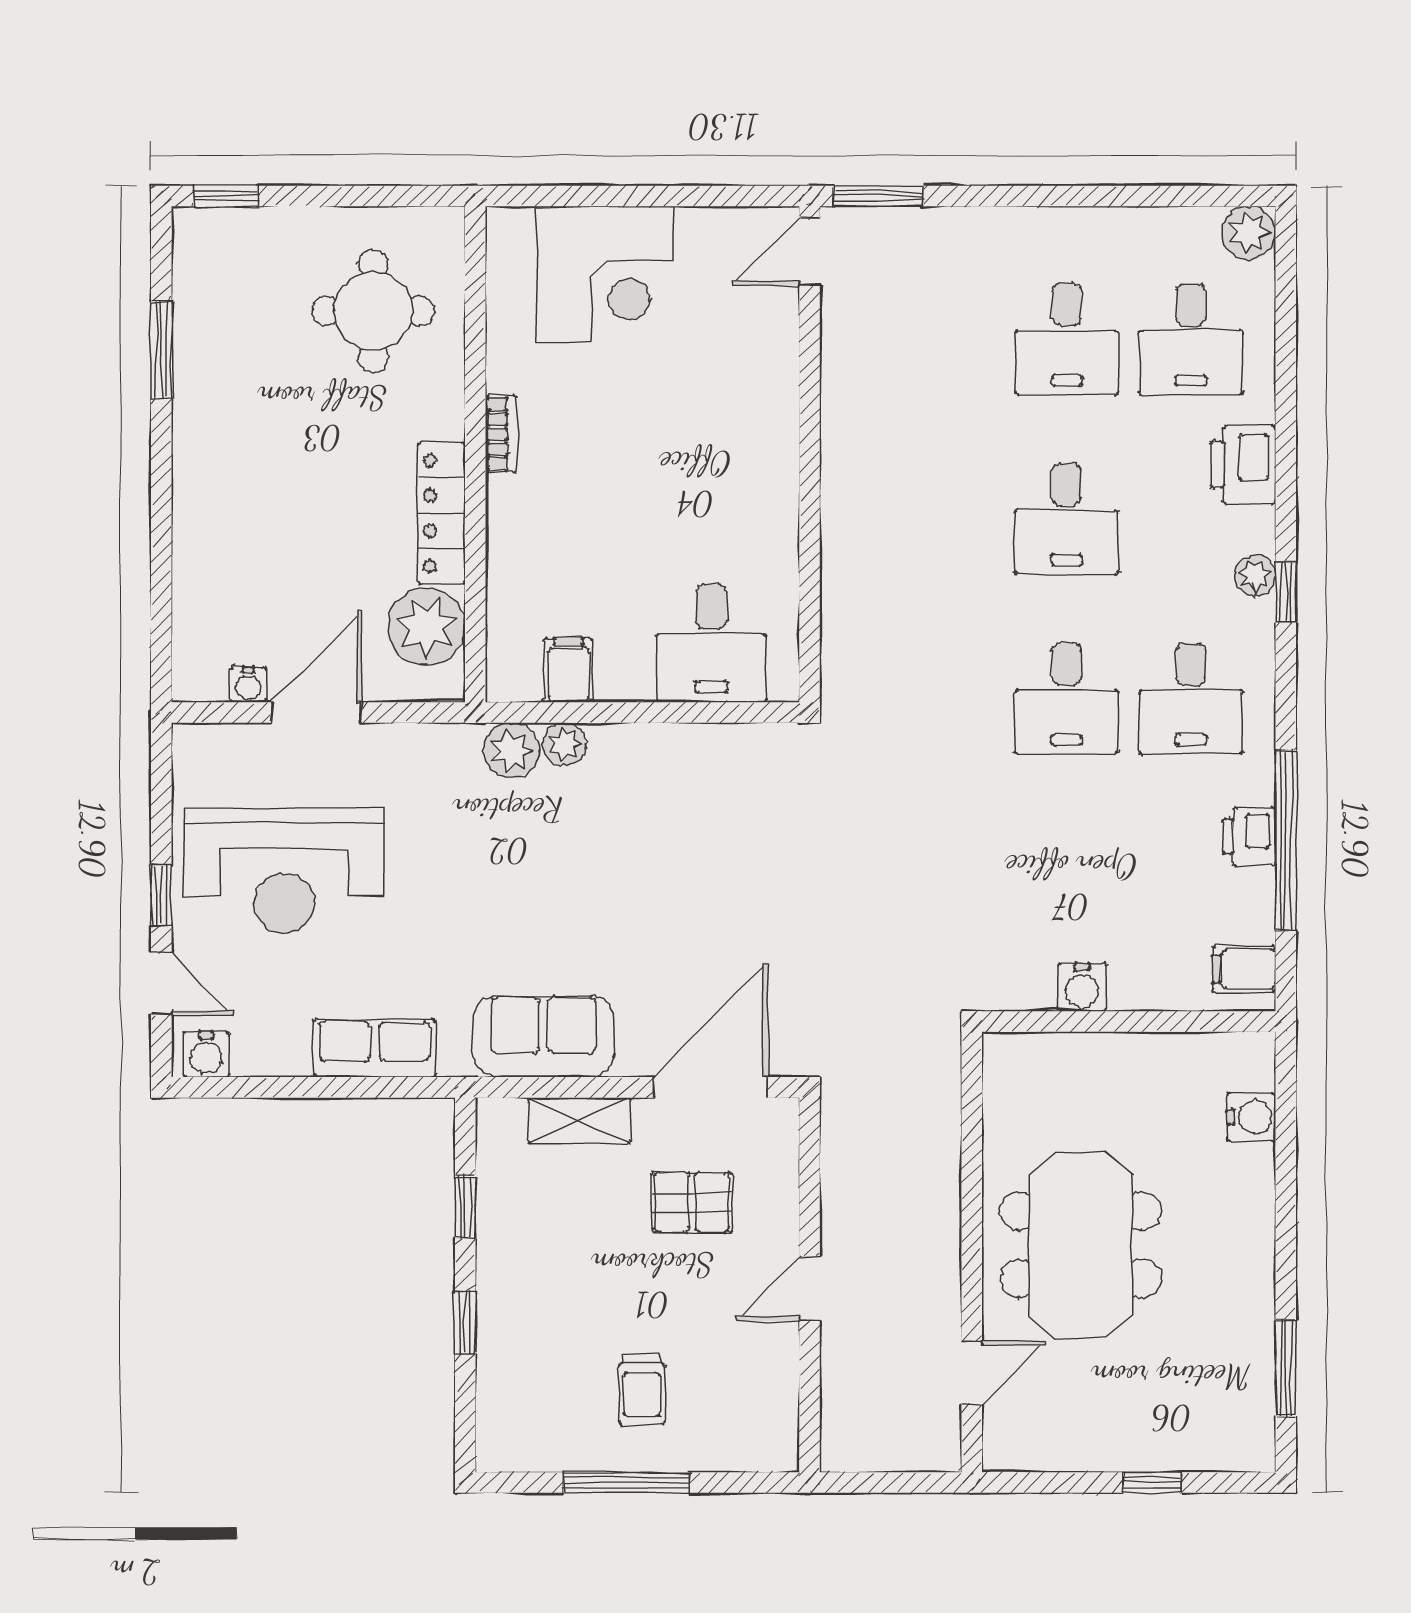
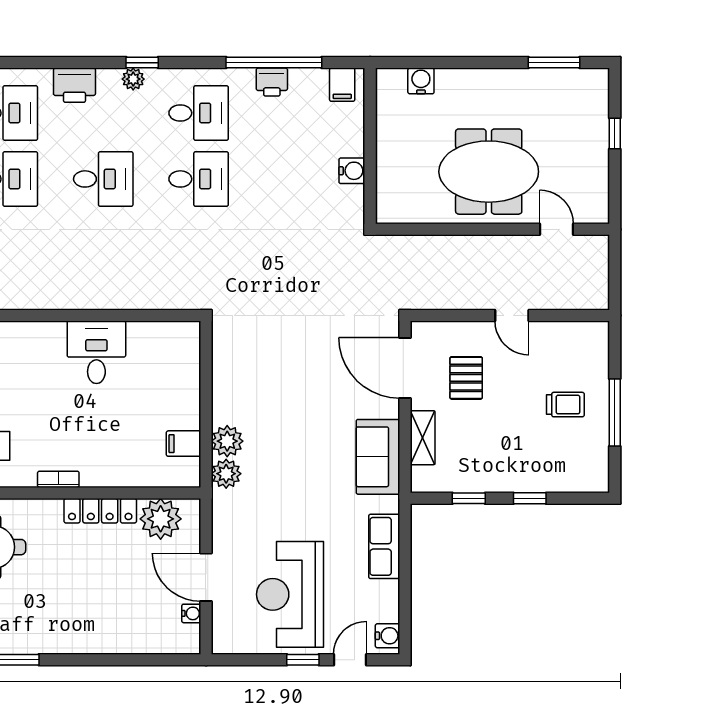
desk: (711, 643) -> (96, 352), moved, turned -90
plant: (565, 744) -> (227, 441), width x1.38, depth x1.38
reception desk: (284, 871) -> (290, 594), turned 180

